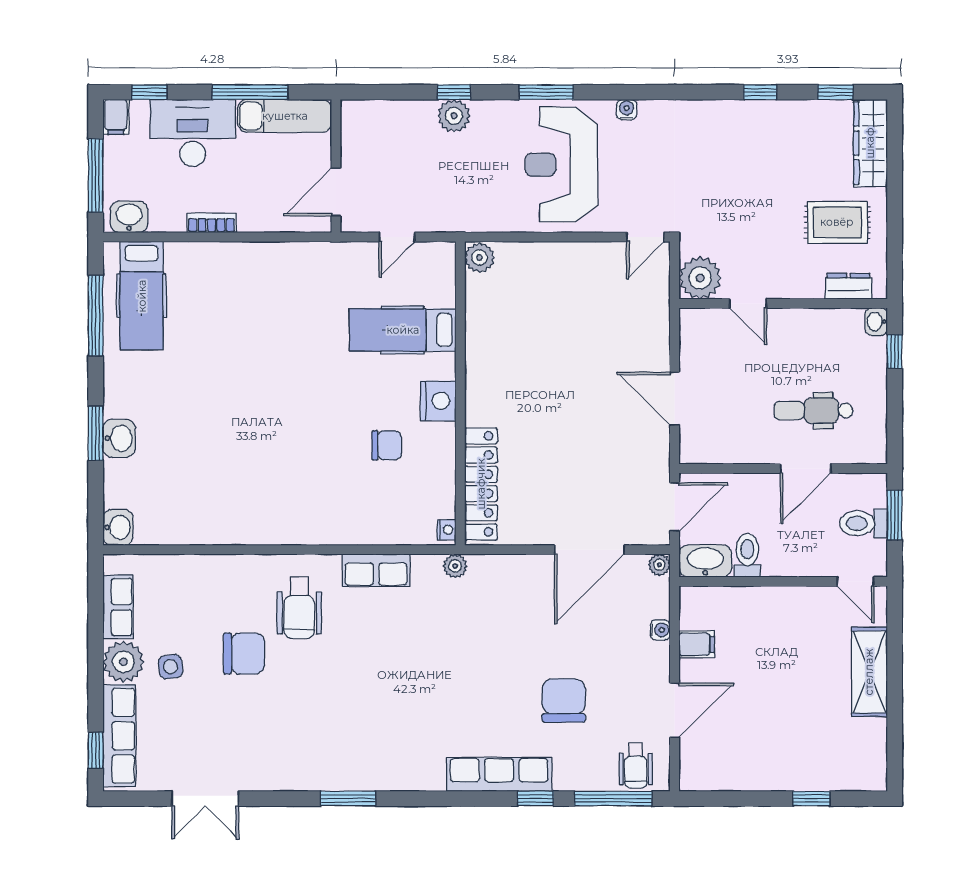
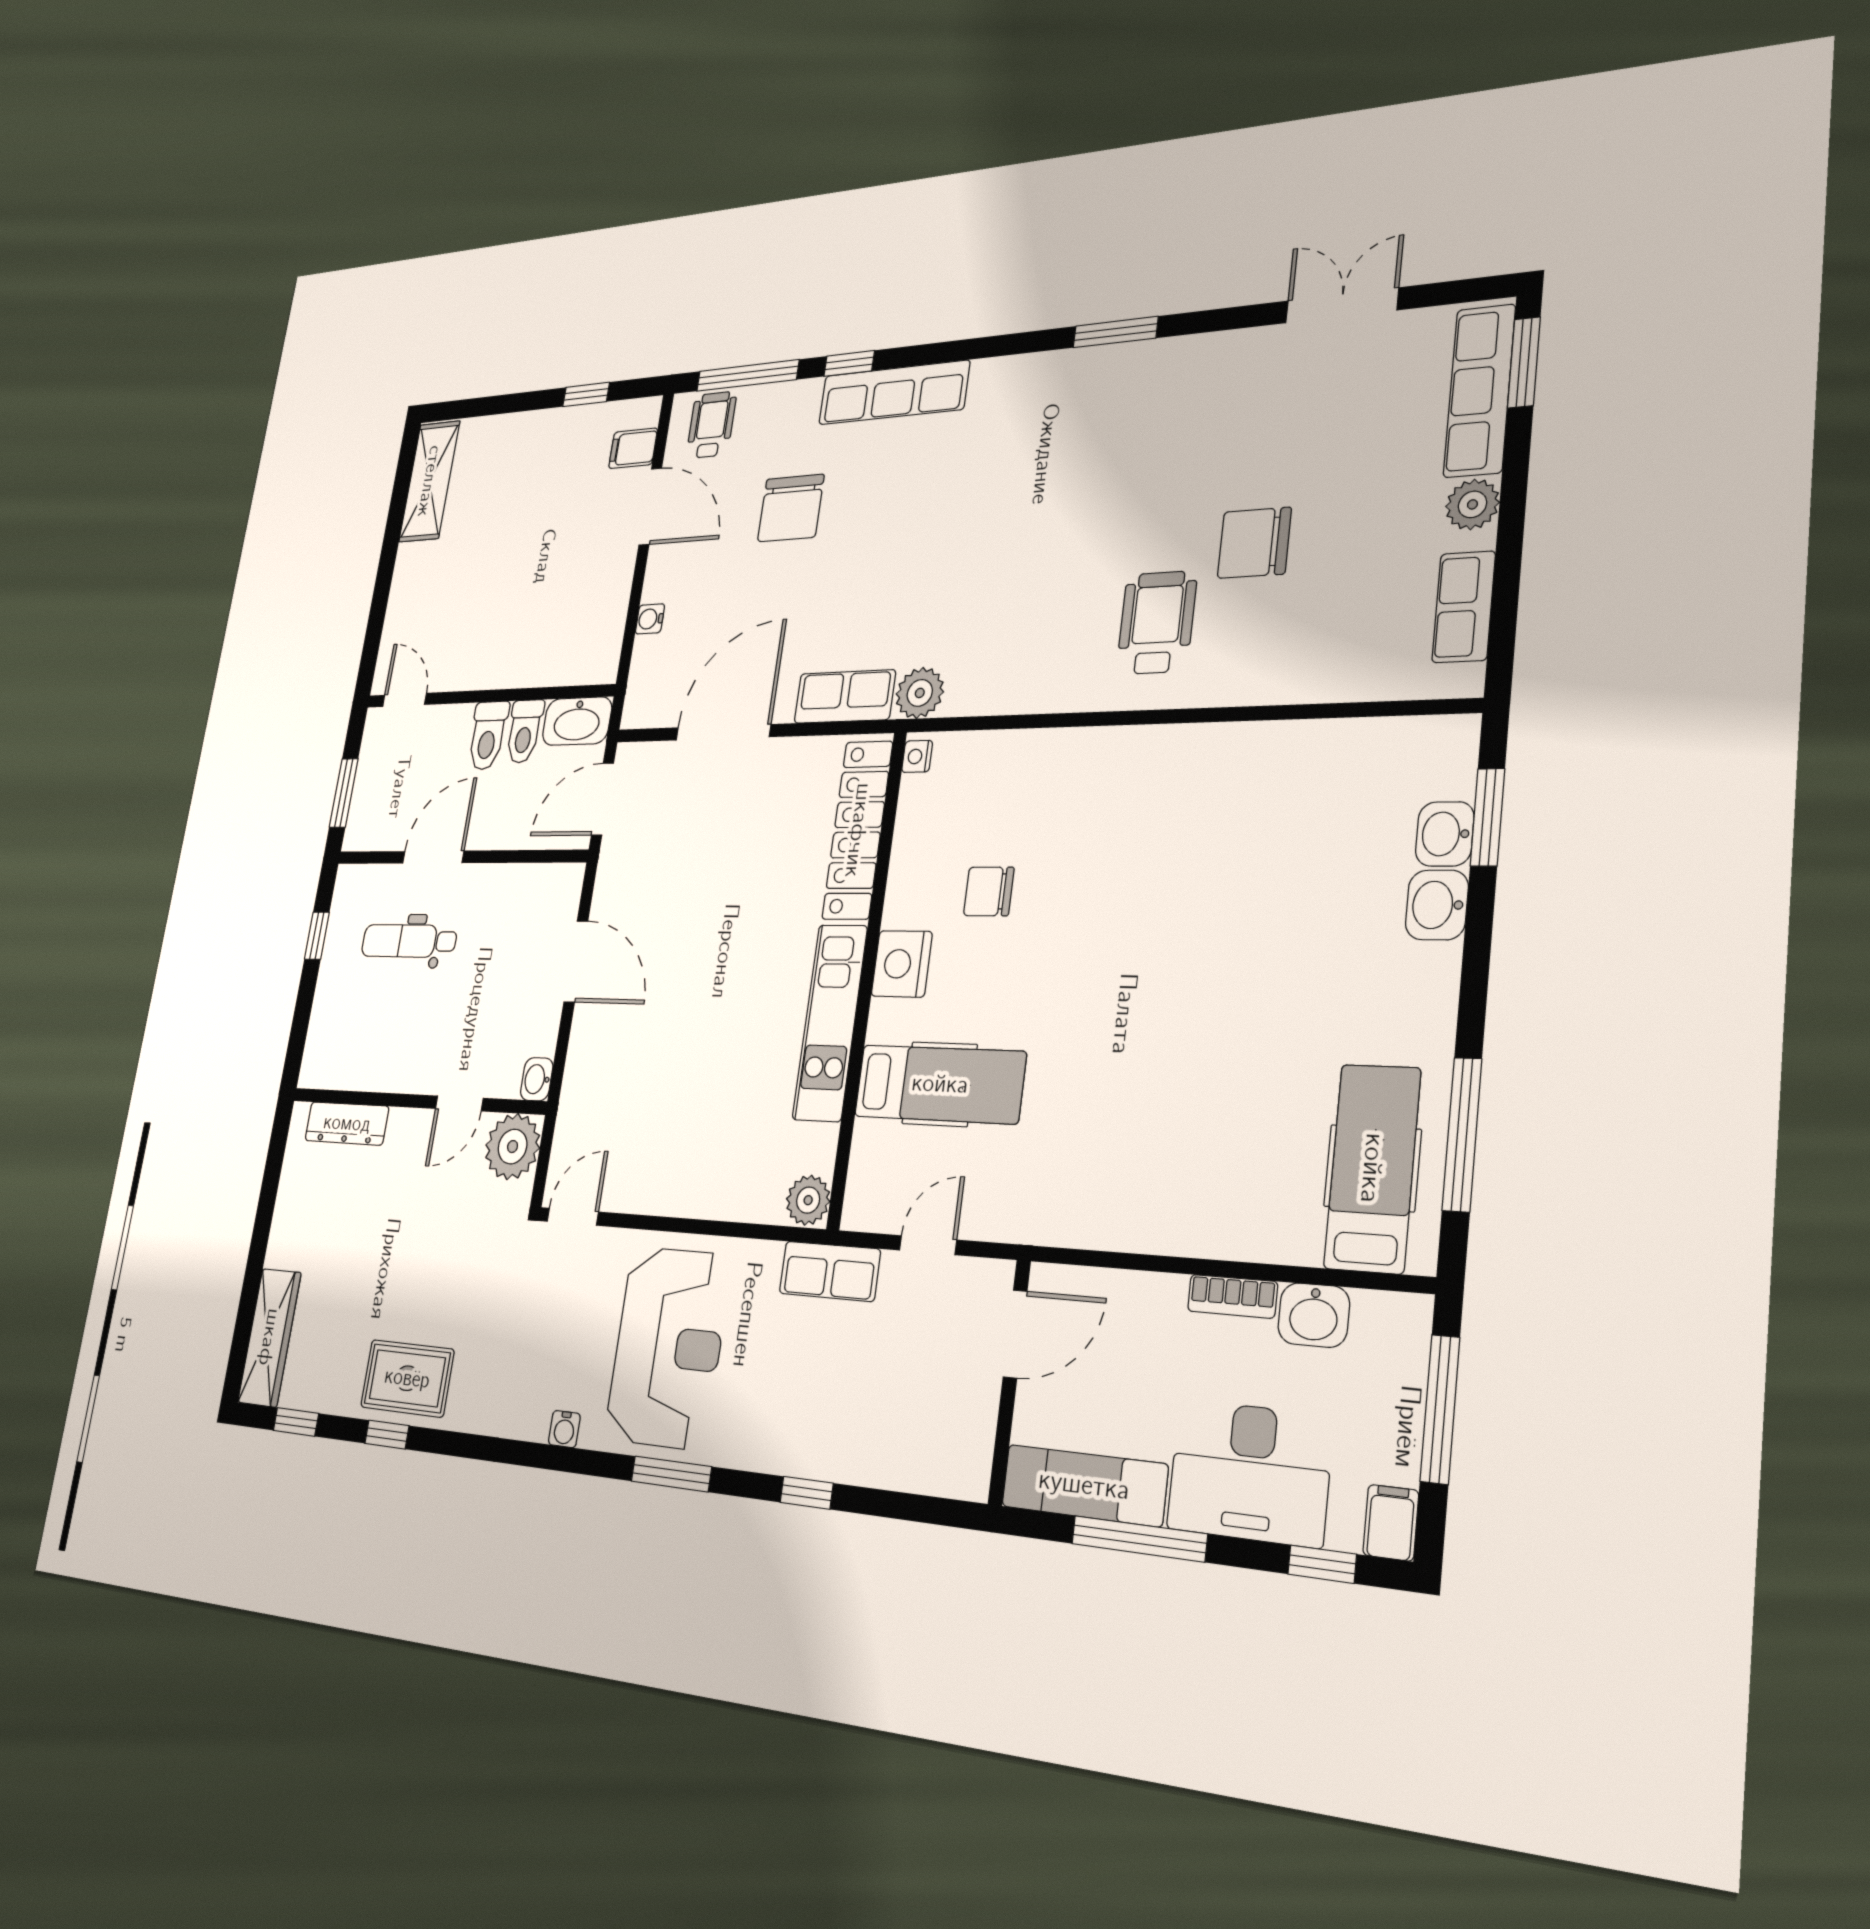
plant: (454, 116) -> (812, 1450), removed
washbasin: (129, 217) -> (1314, 1315), moved
row of seats: (458, 217) -> (830, 1271), added
rug: (837, 222) -> (407, 1378), moved
dresser: (848, 286) -> (347, 1123), width x1.44
door: (748, 304) -> (459, 1103), swing flipped
washbasin: (876, 322) -> (537, 1079), moved, turned 180
window: (895, 351) -> (317, 936), moved
kitchen unit: (481, 364) -> (830, 1022), added
dental chair: (813, 411) -> (409, 941), turned 180
window: (96, 433) -> (1487, 817), moved
toilet: (863, 523) -> (488, 735), moved, turned 90
washbasin: (118, 527) -> (1445, 834), moved
plant: (659, 565) -> (636, 713), removed
plant: (455, 566) -> (920, 693), width x1.38, depth x1.38
row of seats: (376, 570) -> (845, 697), moved
filing cabinet: (697, 644) -> (633, 448), moved
plant: (123, 662) -> (1472, 504), width x0.73, depth x0.73
side table: (170, 667) -> (1380, 512), removed
shelving: (869, 672) -> (429, 481), moved
door: (675, 710) -> (650, 507), swing flipped
window: (96, 750) -> (1524, 362), width x1.50
window: (811, 799) -> (586, 394), moved

